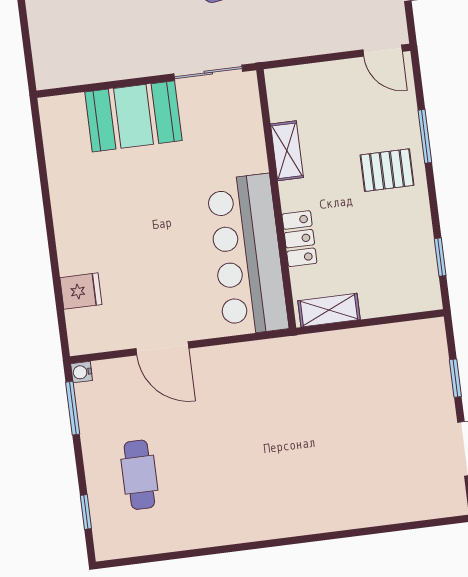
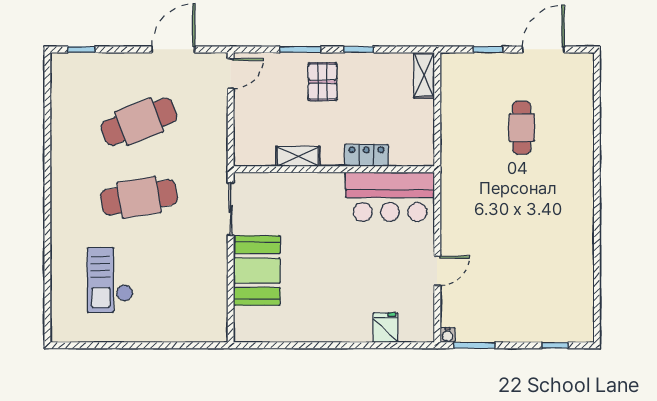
bar counter: (247, 255) -> (390, 197), width x0.73
window: (440, 257) -> (359, 49), moved
shelving: (329, 310) -> (424, 75), moved
door: (162, 348) -> (437, 271), width x0.73
cafe table: (139, 475) -> (522, 128), moved, turned 90

